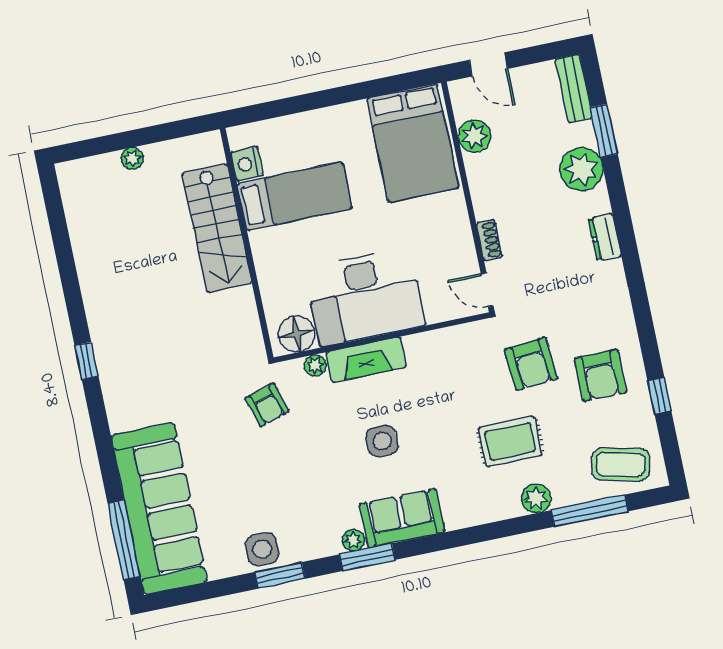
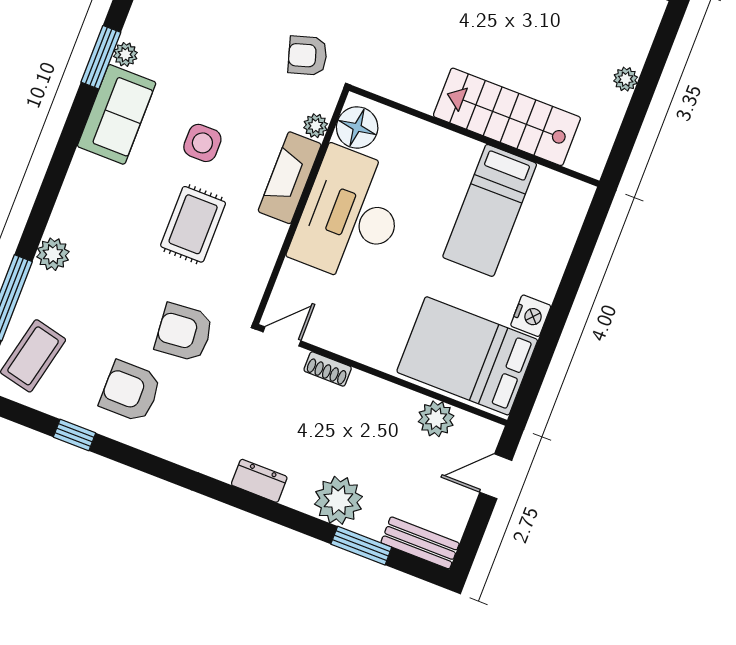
nightstand: (247, 164) -> (531, 316), moved, turned 90
rug: (510, 441) -> (193, 224), moved

